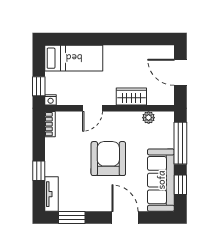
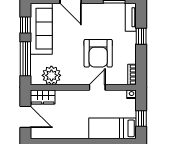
window: (39, 86) -> (141, 118), moved
wardrobe: (131, 97) -> (43, 97), moved
plant: (149, 118) -> (51, 75), width x1.88, depth x1.88
armchair: (108, 159) -> (98, 53), moved

